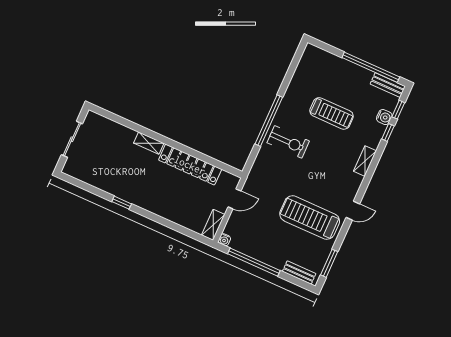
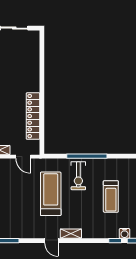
shelving: (149, 143) -> (35, 81), removed
shelving: (365, 161) -> (71, 234), moved
treadmill: (310, 218) -> (51, 194), moved

